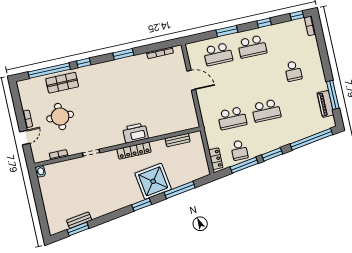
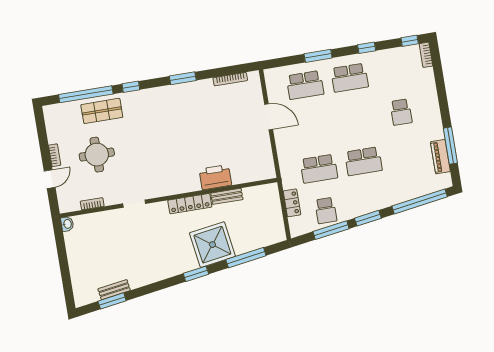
printer: (135, 133) -> (215, 177), moved
bench: (178, 140) -> (227, 196), moved
locker: (216, 159) -> (292, 203), moved

